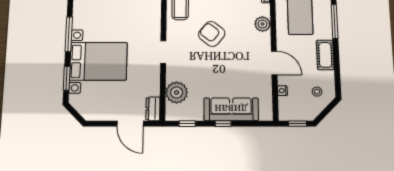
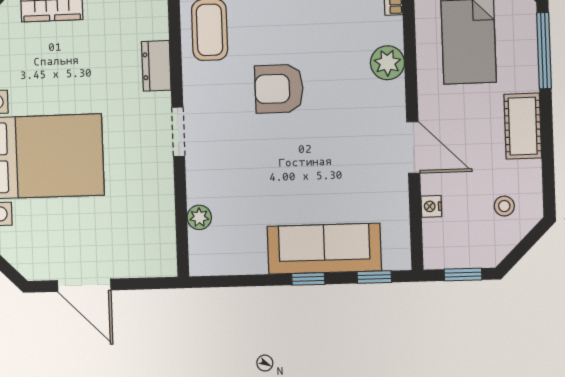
armchair: (212, 34) -> (279, 89), turned -39
plant: (177, 92) -> (199, 217), width x0.53, depth x0.53
dresser: (153, 109) -> (156, 66), moved
door: (130, 124) -> (84, 285), moved
window: (187, 124) -> (374, 277), moved

